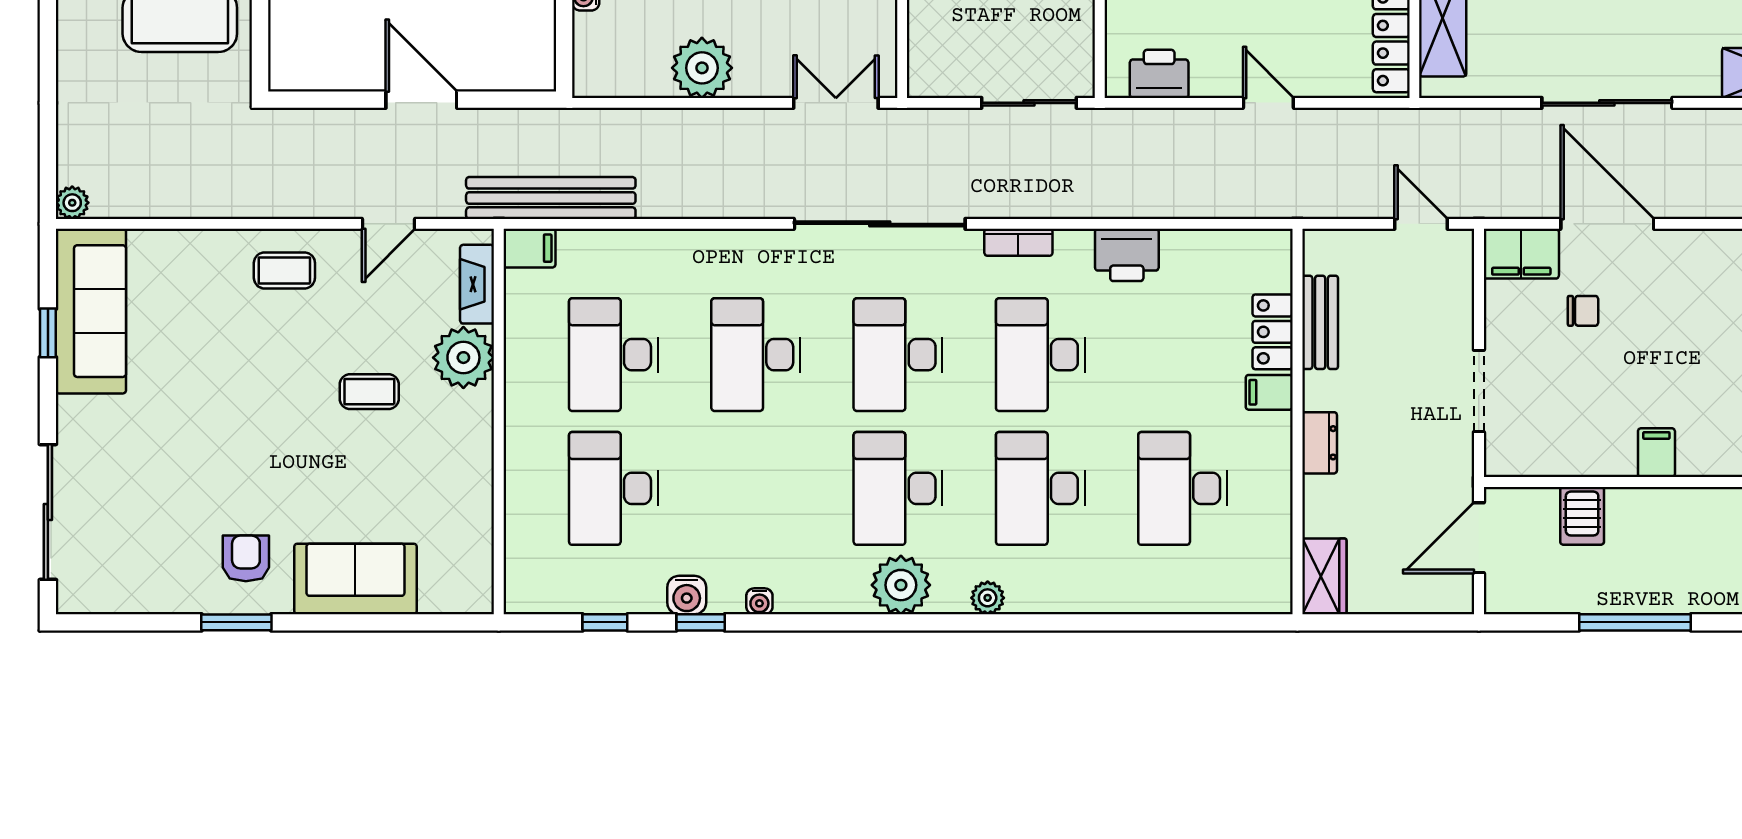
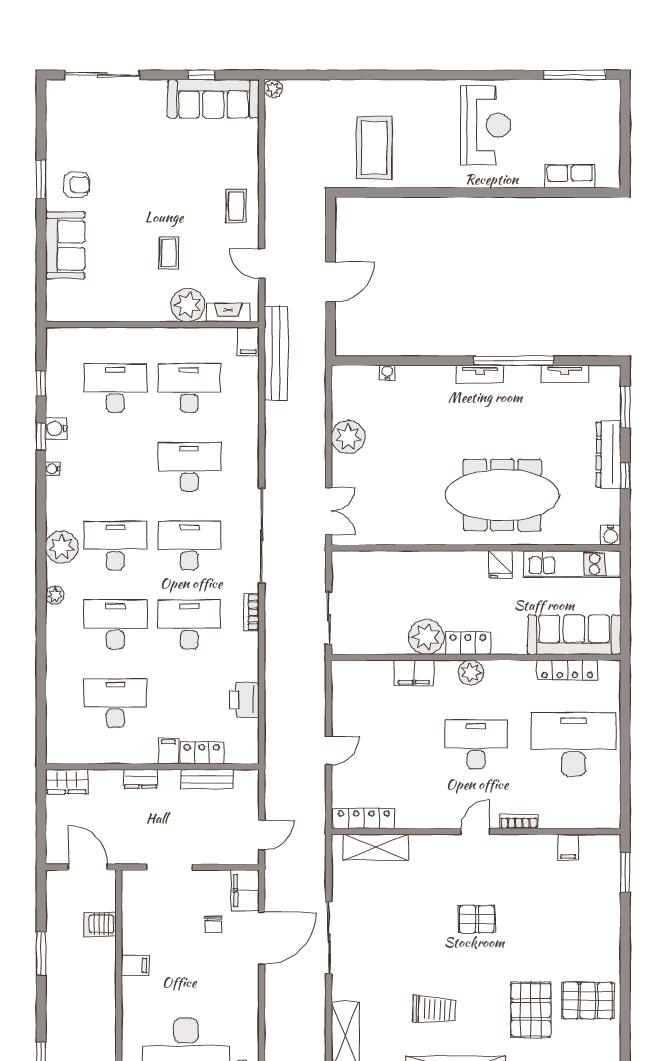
printer: (1159, 74) -> (345, 690), removed
printer: (1127, 255) -> (244, 700), moved
window: (1635, 622) -> (41, 954), width x0.69

